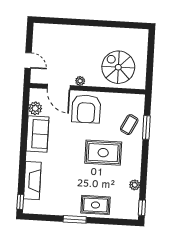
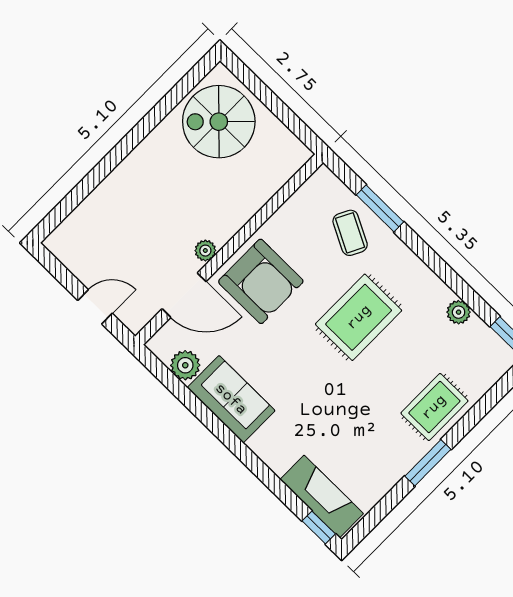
spiral stairs: (118, 67) -> (219, 122), moved
fireplace: (32, 181) -> (322, 496), moved

